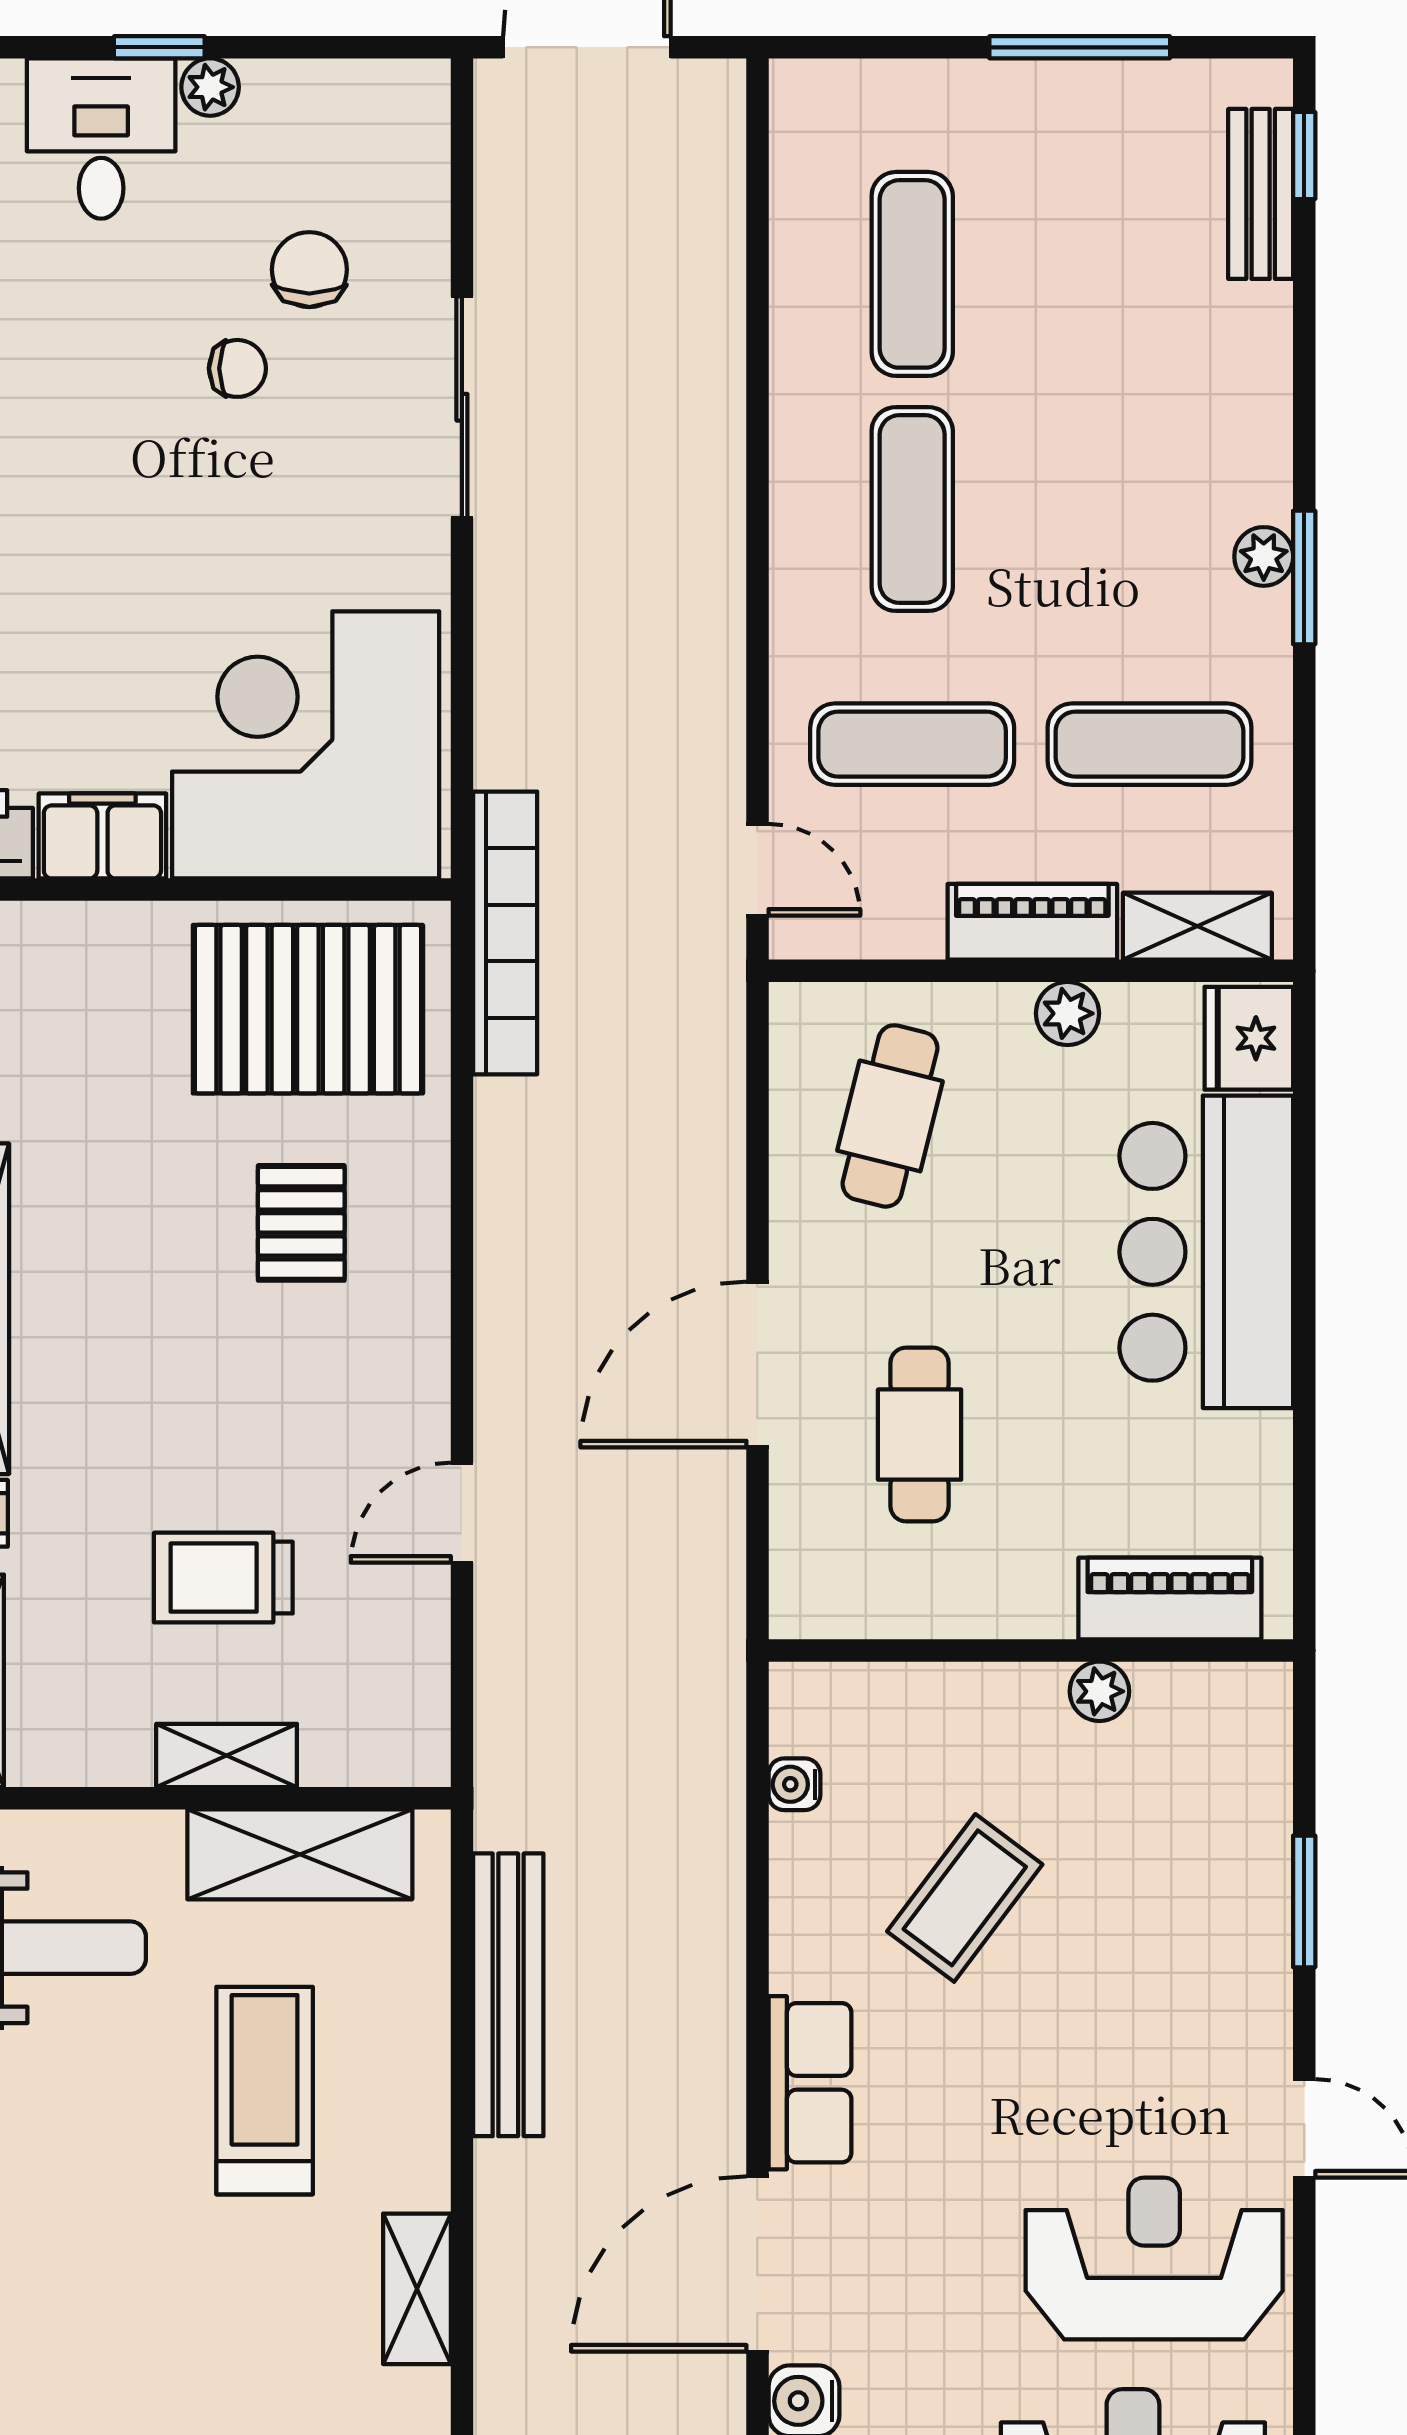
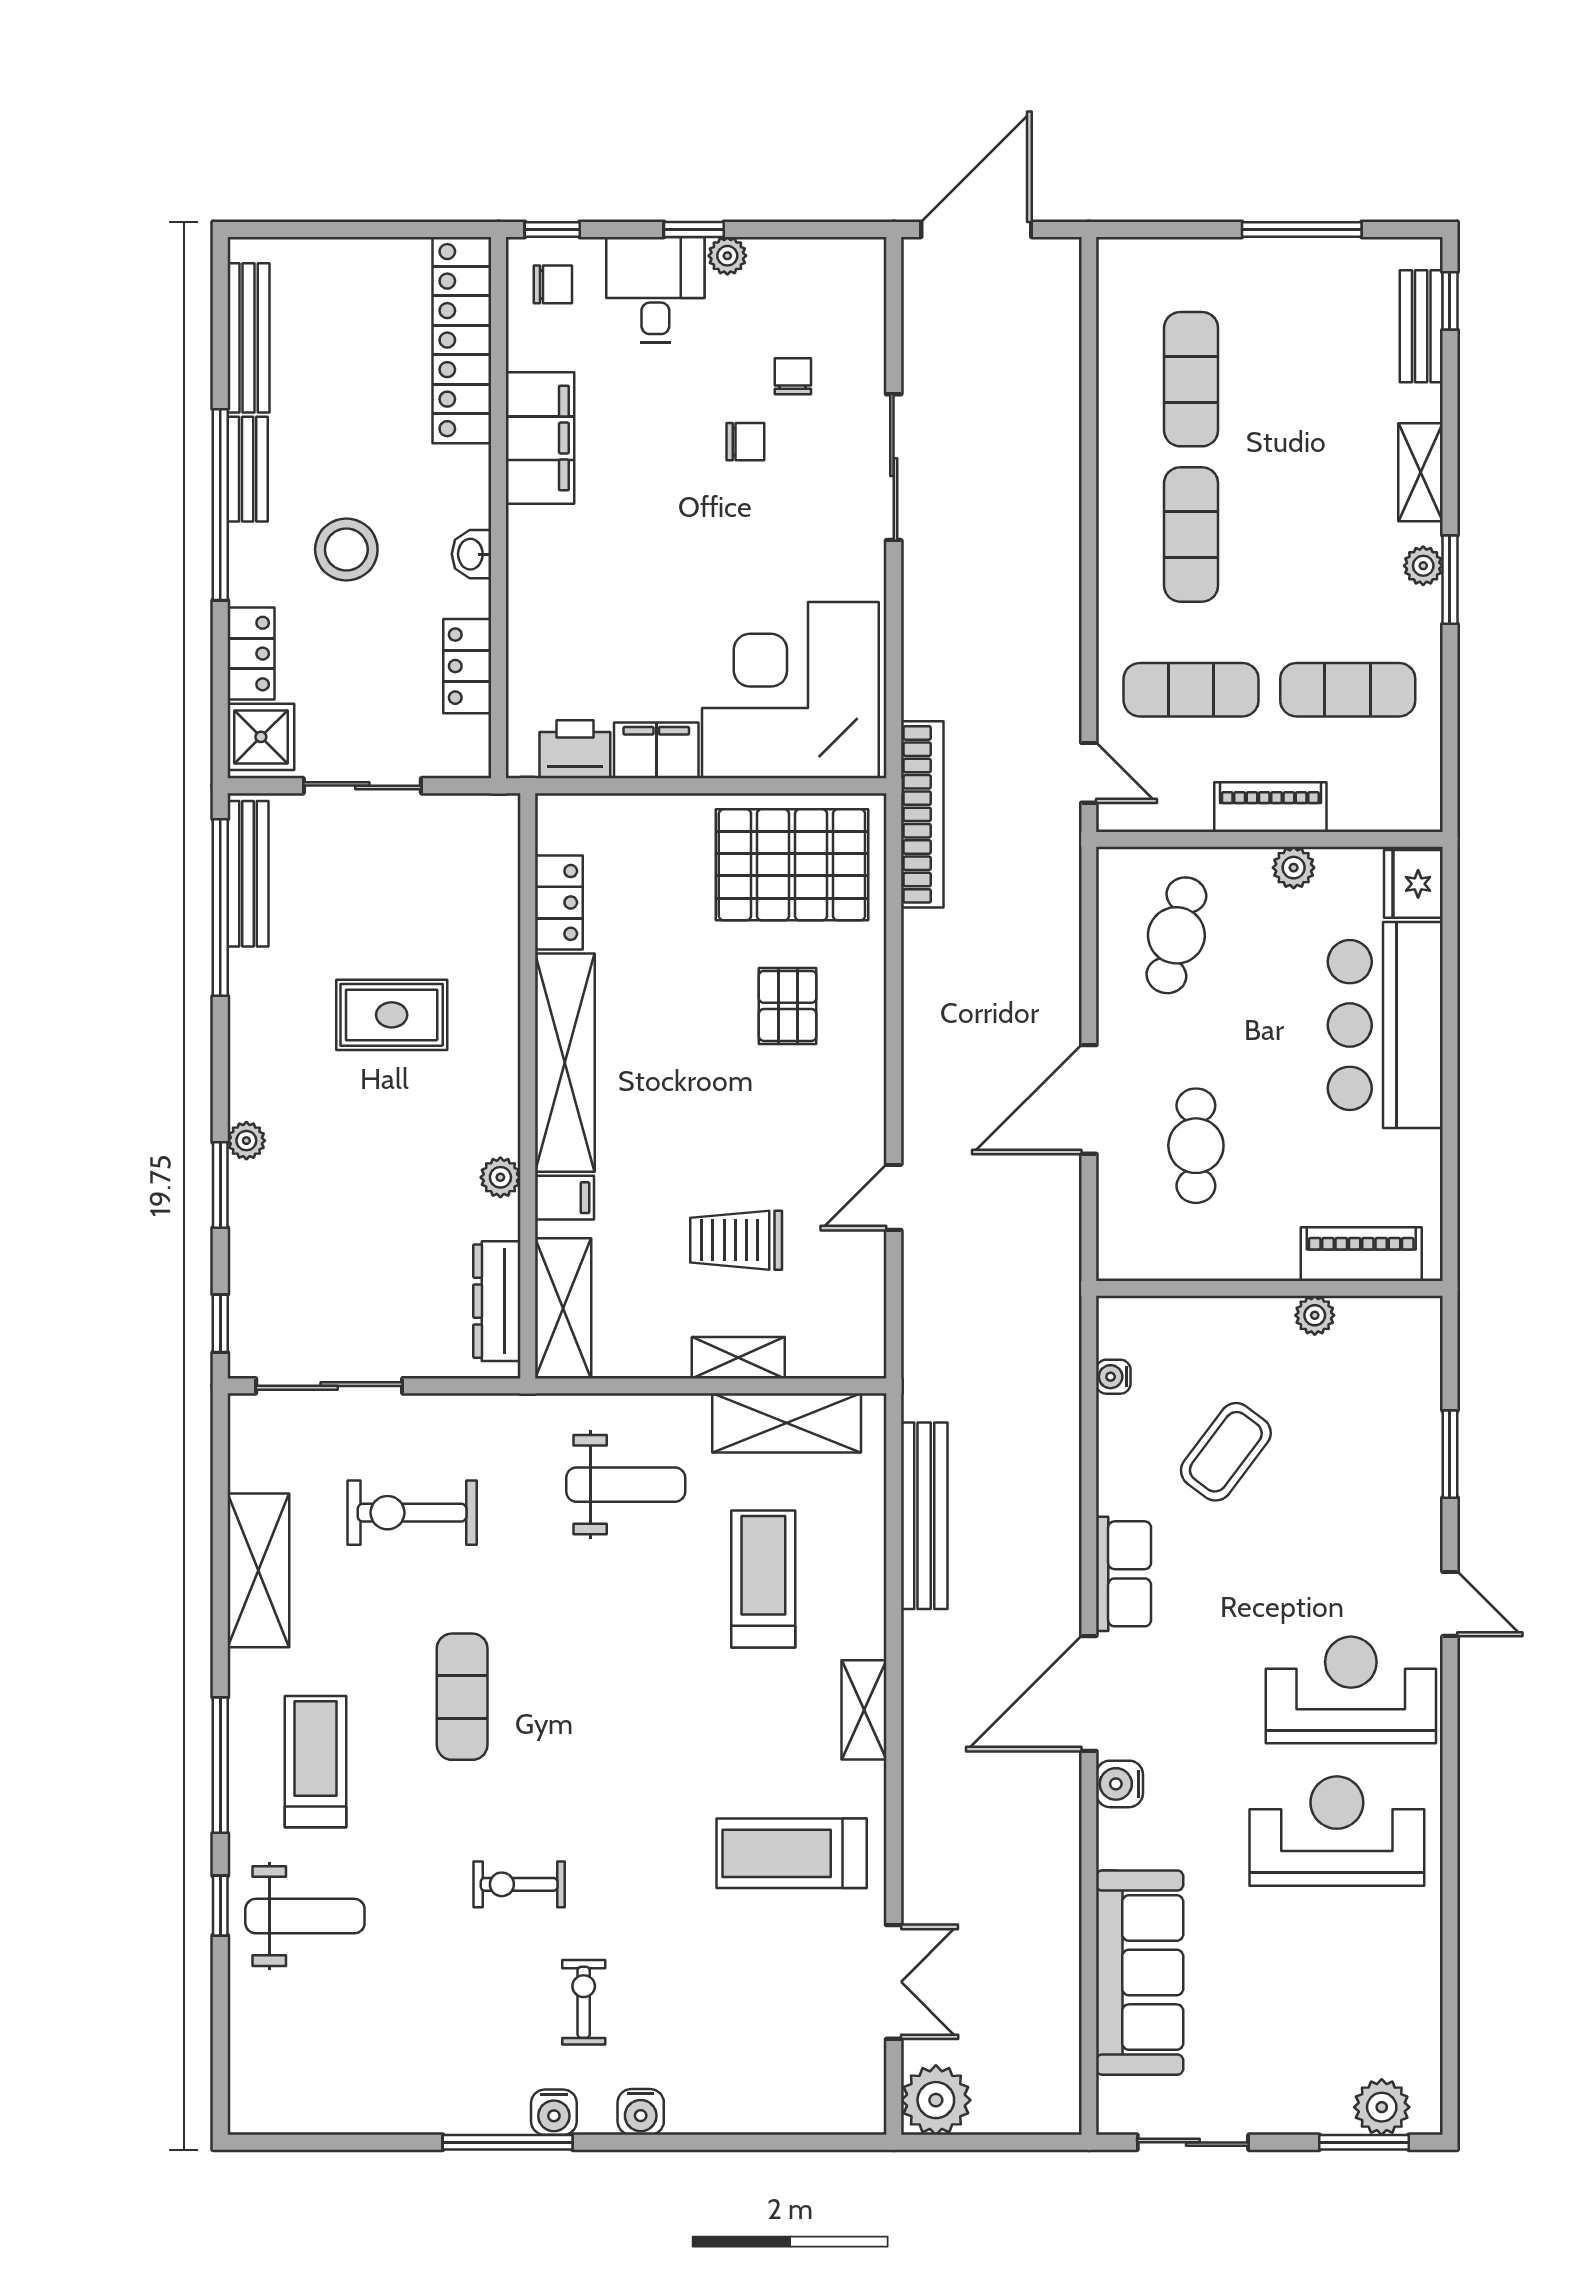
chair: (309, 270) -> (793, 376), width x0.73, depth x0.73
shelving: (1197, 926) -> (1421, 472), moved, turned 90

